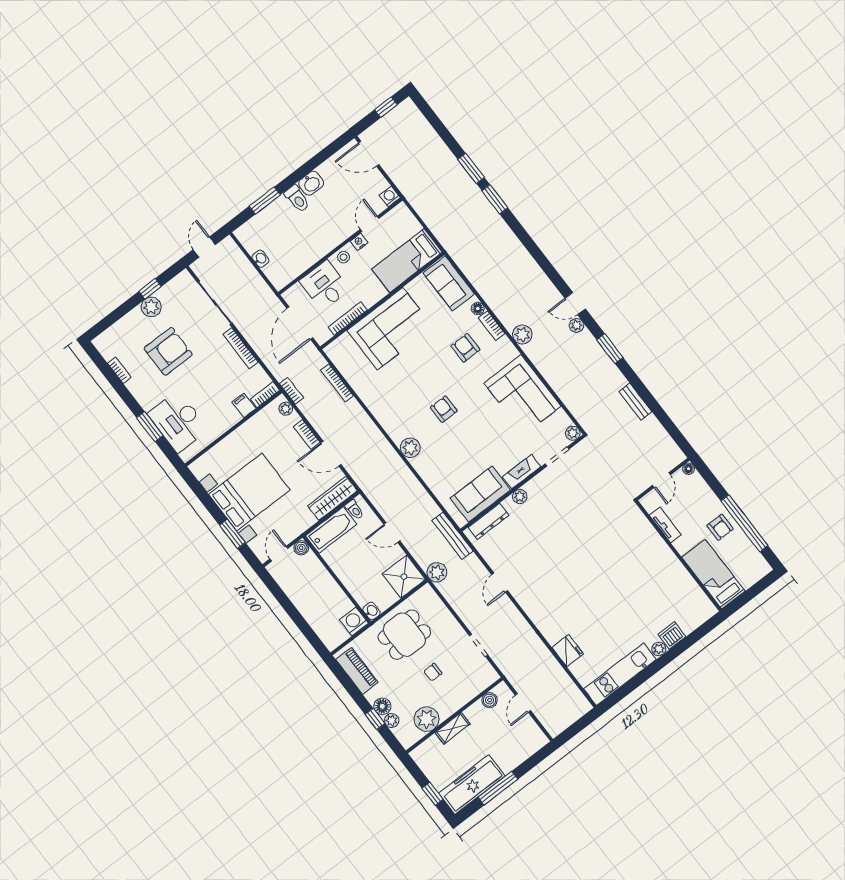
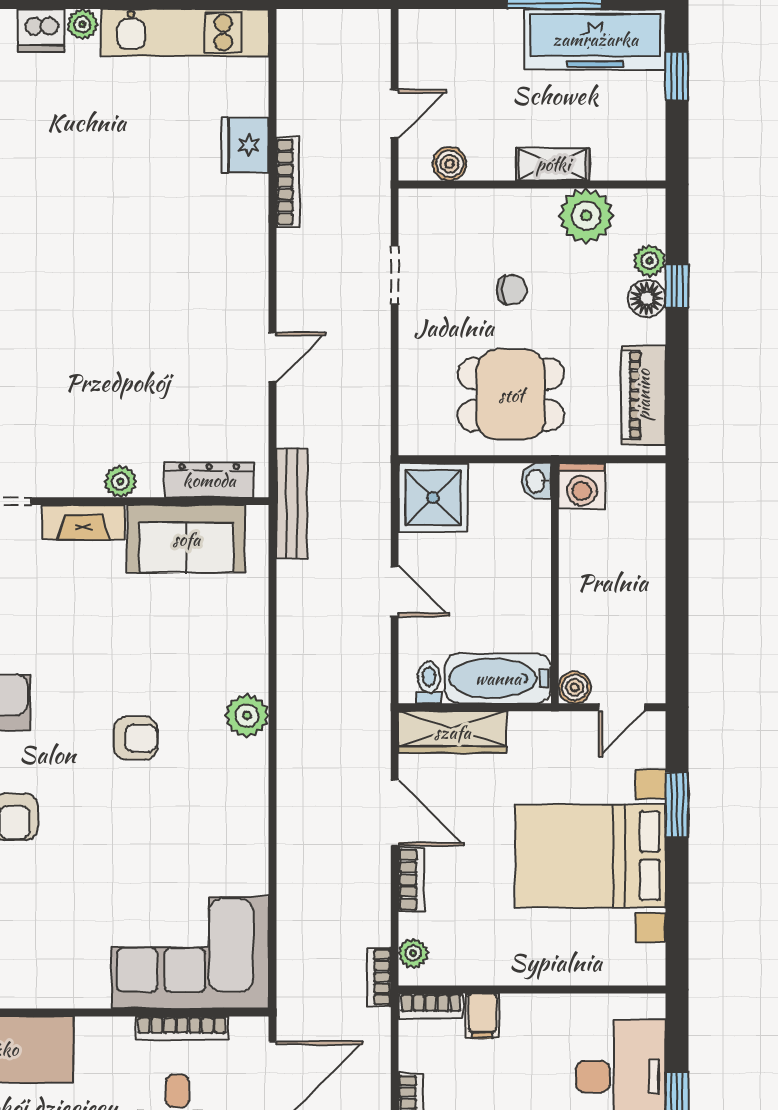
corner sofa: (390, 329) -> (190, 953), moved
bookcase: (337, 383) -> (288, 182), moved
armchair: (444, 409) -> (136, 738), turned -90
plant: (437, 572) -> (369, 460), removed

